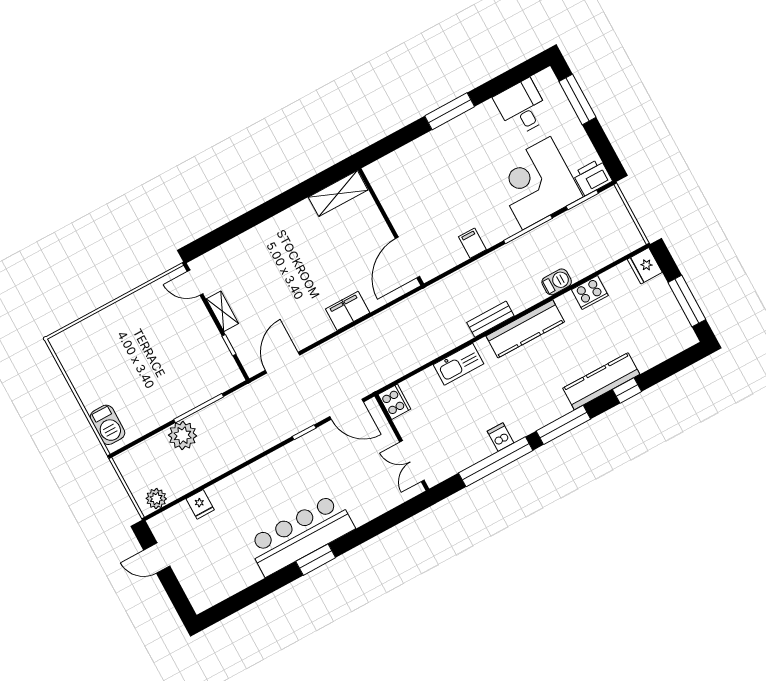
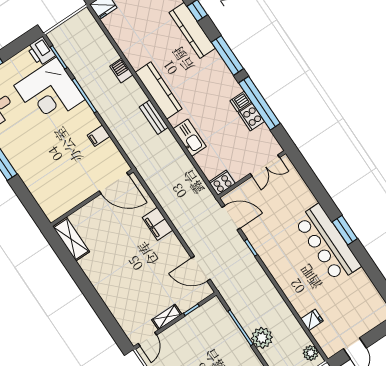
cooker: (590, 293) -> (251, 117), moved, turned 180
door: (347, 409) -> (231, 218), hinge flipped

